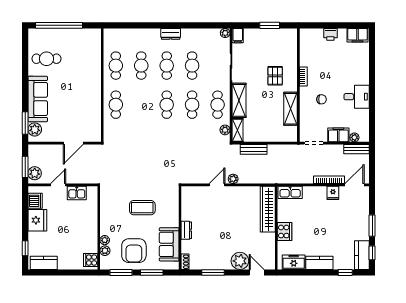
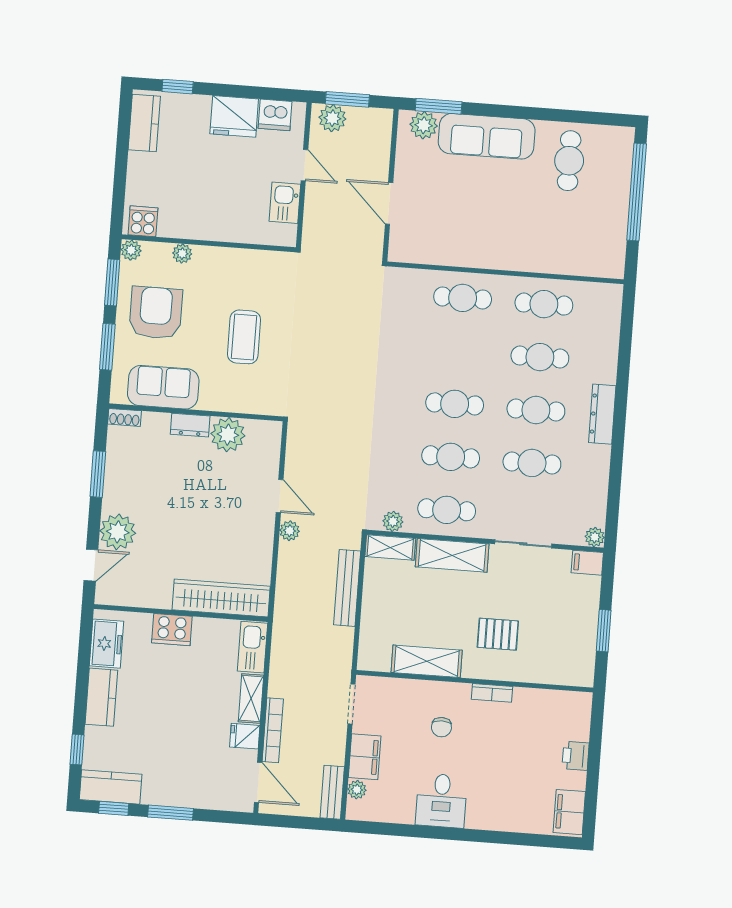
dresser: (171, 34) -> (602, 414), width x1.44
bench: (254, 149) -> (347, 588), width x1.36
shelving: (315, 191) -> (251, 698), added
plant: (190, 212) -> (228, 435), added
plant: (105, 251) -> (131, 250), moved
armchair: (134, 251) -> (156, 313), turned 90

